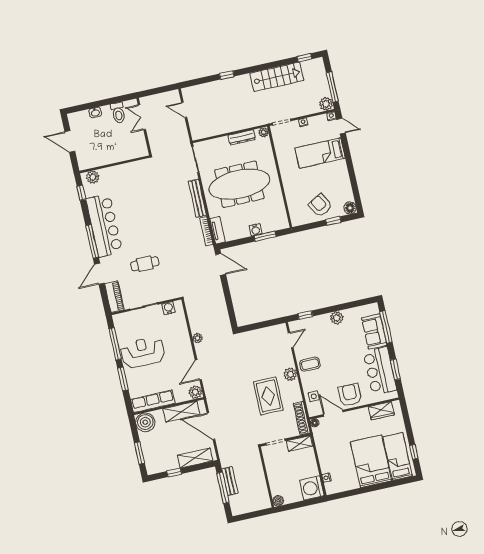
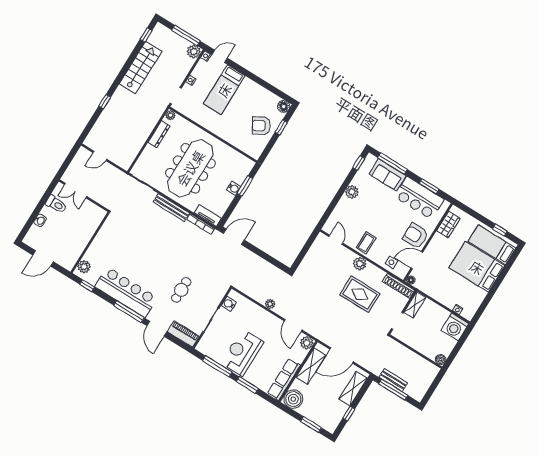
window: (305, 315) -> (359, 163), moved

